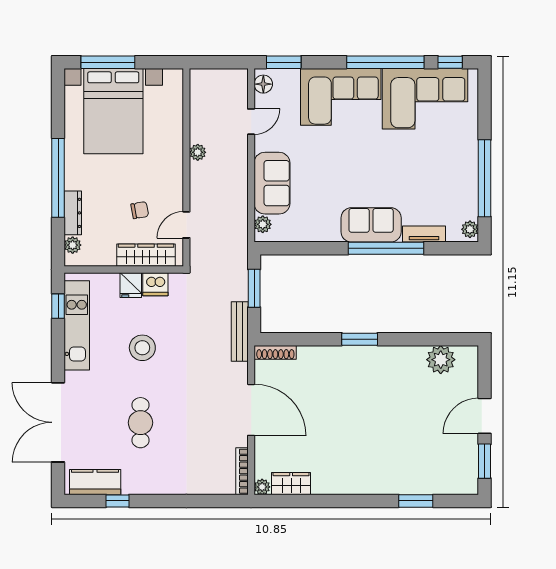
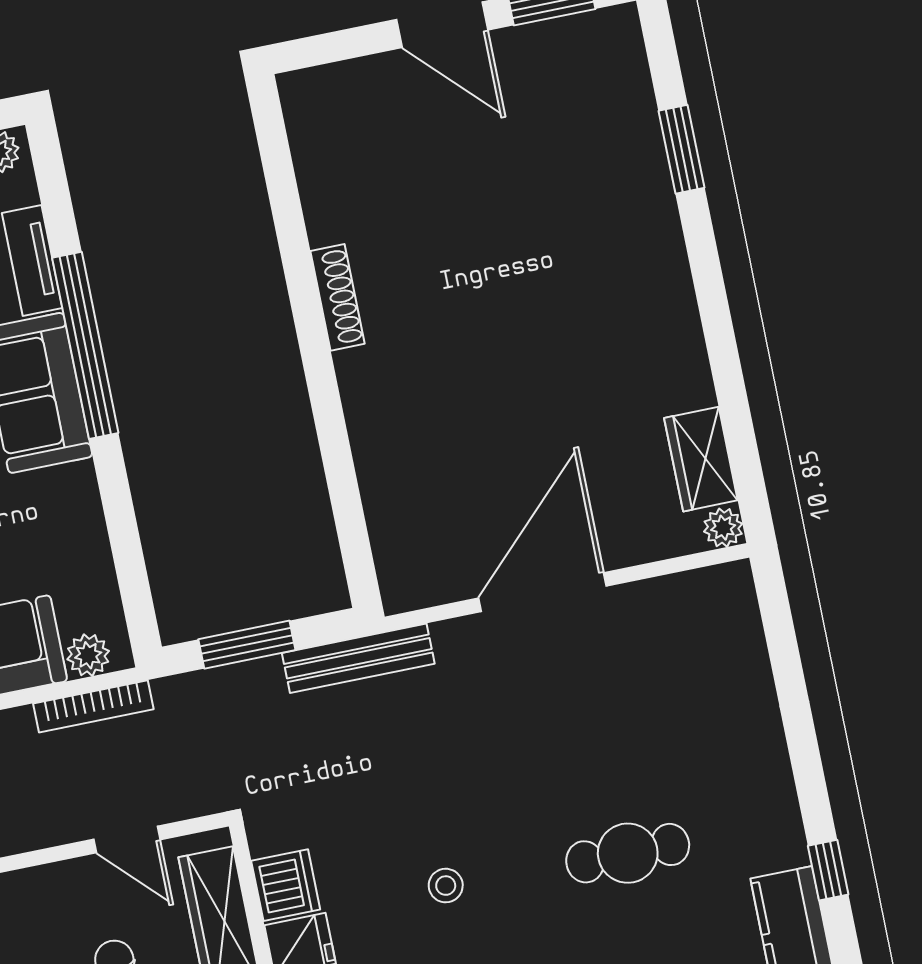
window: (360, 339) -> (318, 365), removed
stool: (142, 348) -> (446, 886), width x0.53, depth x0.53
shoe rack: (275, 352) -> (337, 297), moved
plant: (441, 360) -> (328, 158), removed
bookcase: (242, 471) -> (93, 706), moved

